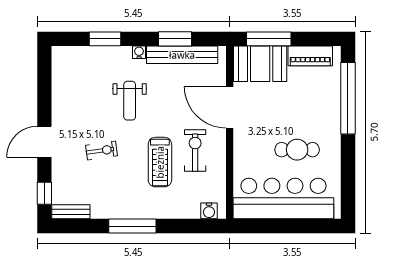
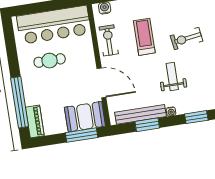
piano: (310, 56) -> (35, 121), moved, turned 90
exercise bike: (101, 151) -> (187, 38), width x1.38, depth x1.39
exercise bike: (195, 151) -> (109, 40), moved, turned 180

